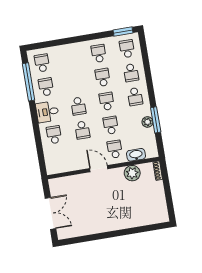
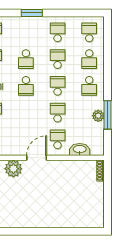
window: (123, 32) -> (32, 13), moved
school desk: (82, 130) -> (26, 59), moved
door: (99, 169) -> (37, 158), hinge flipped
plant: (132, 173) -> (13, 169), moved

